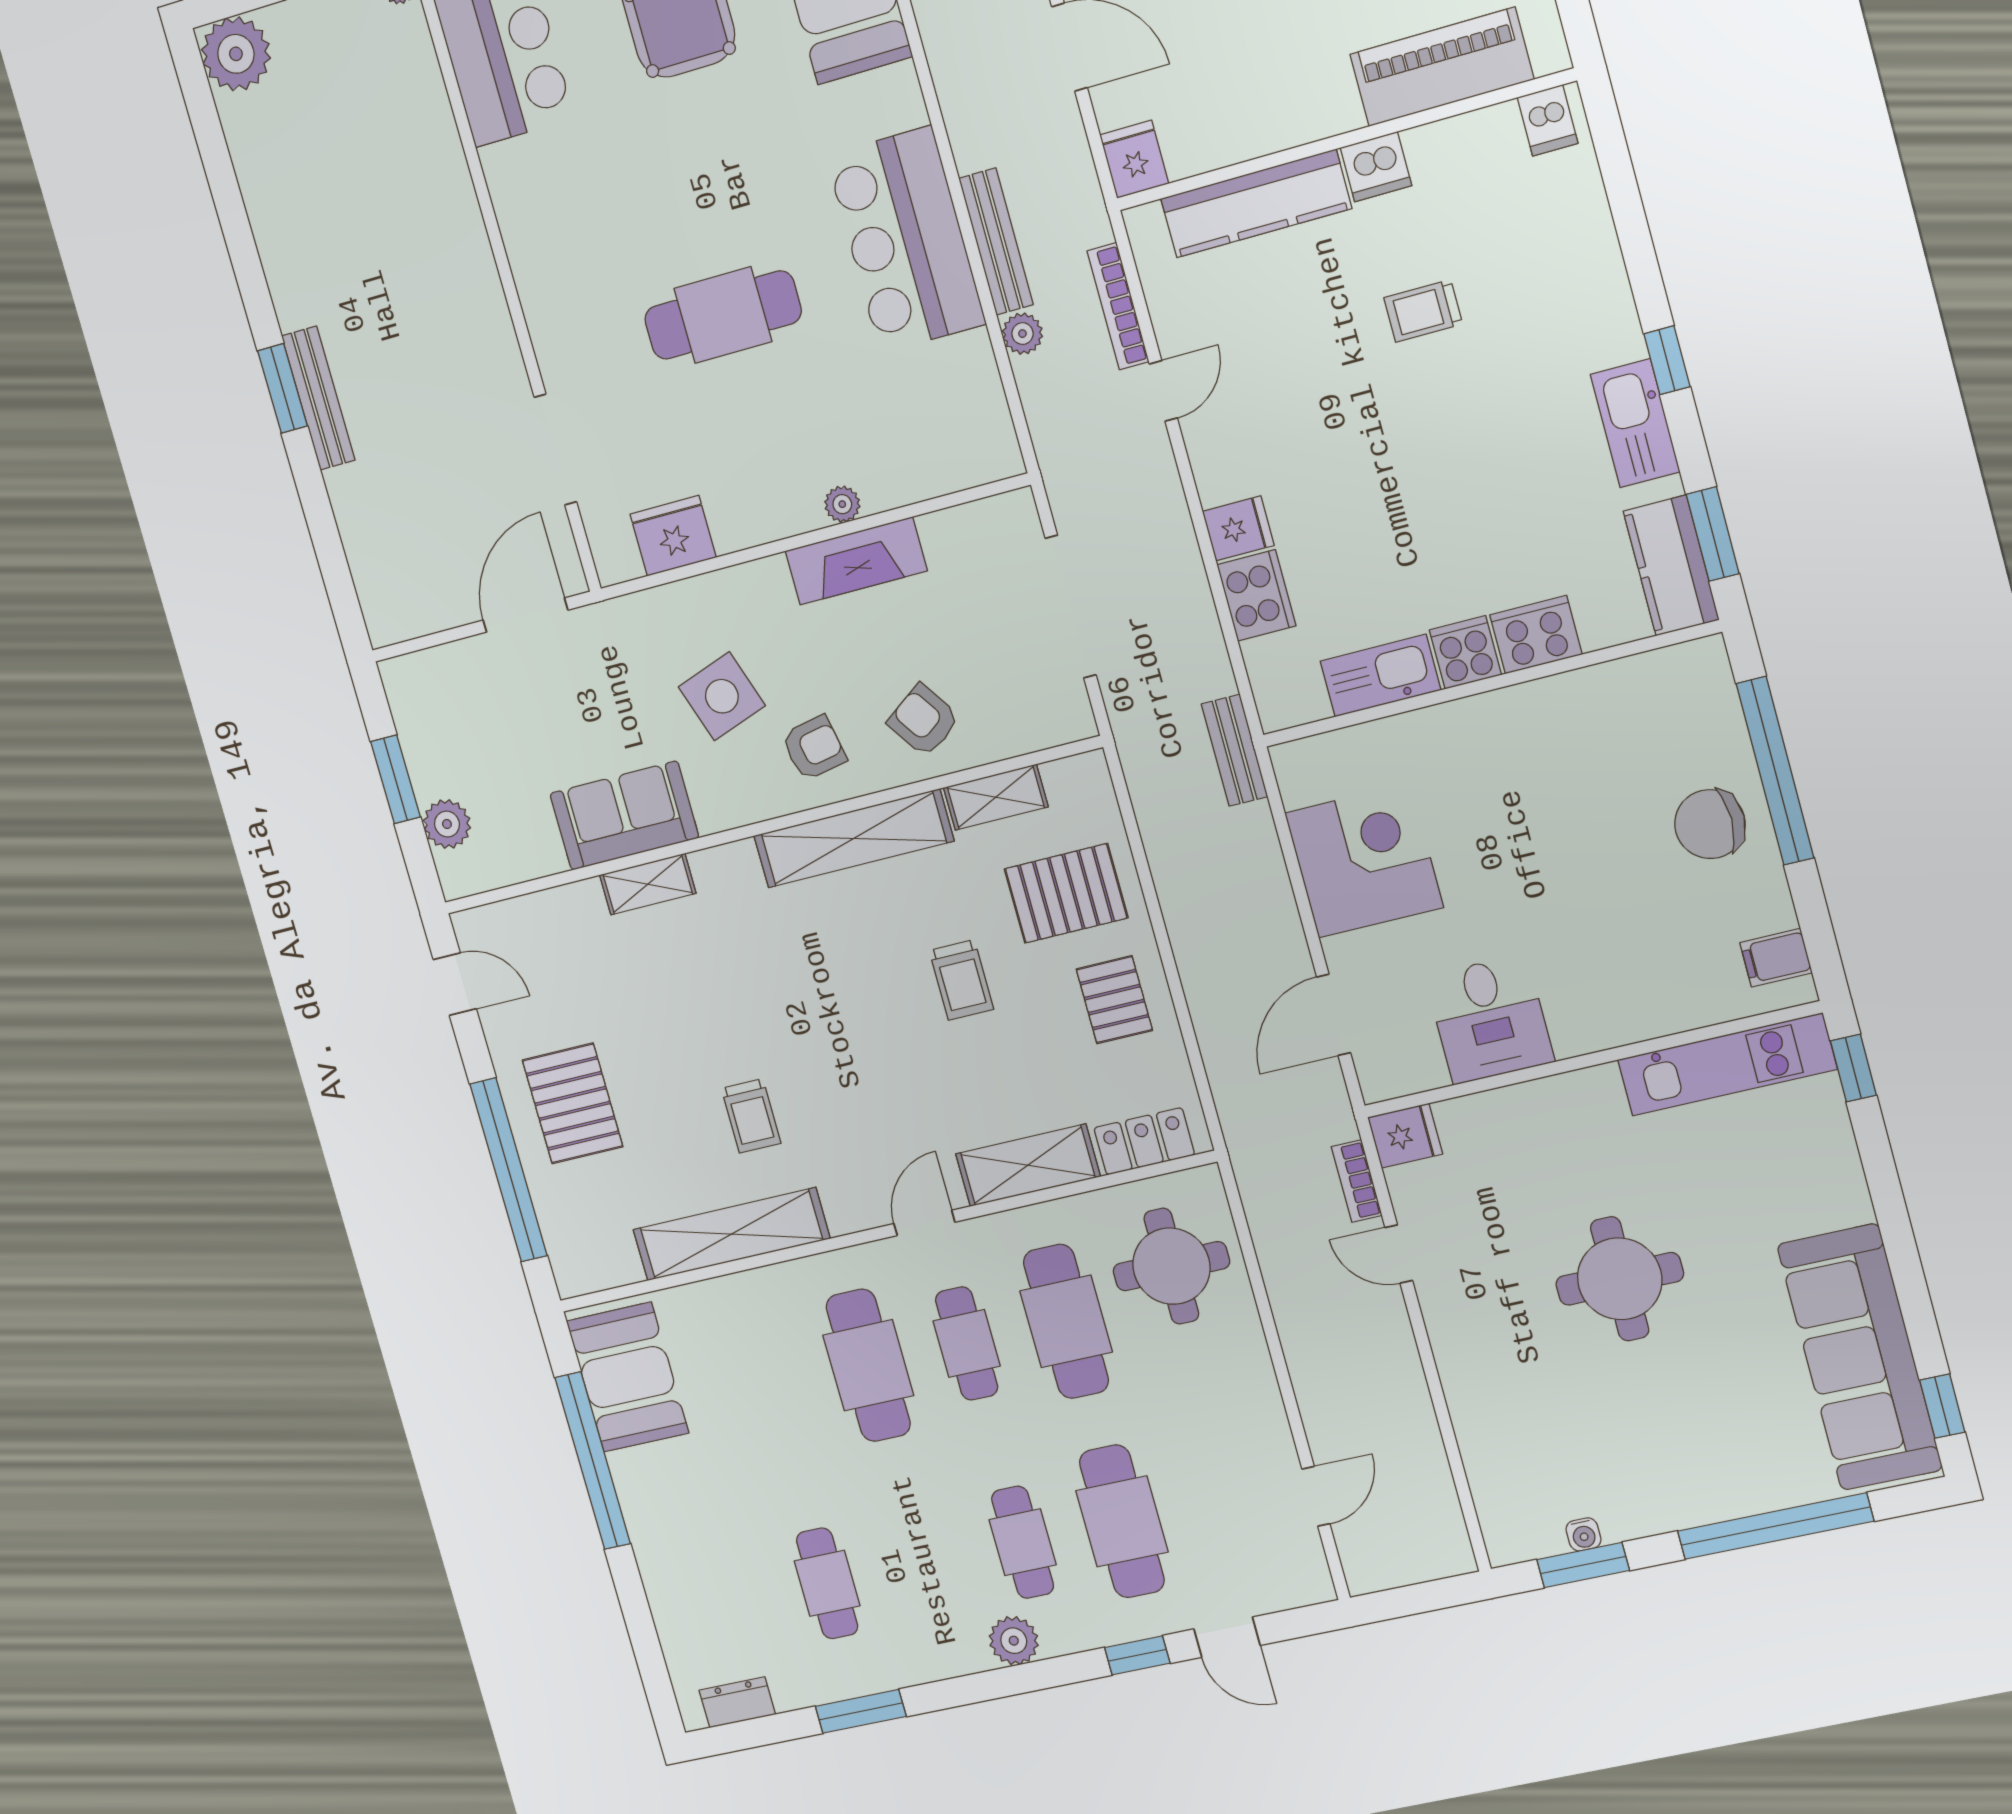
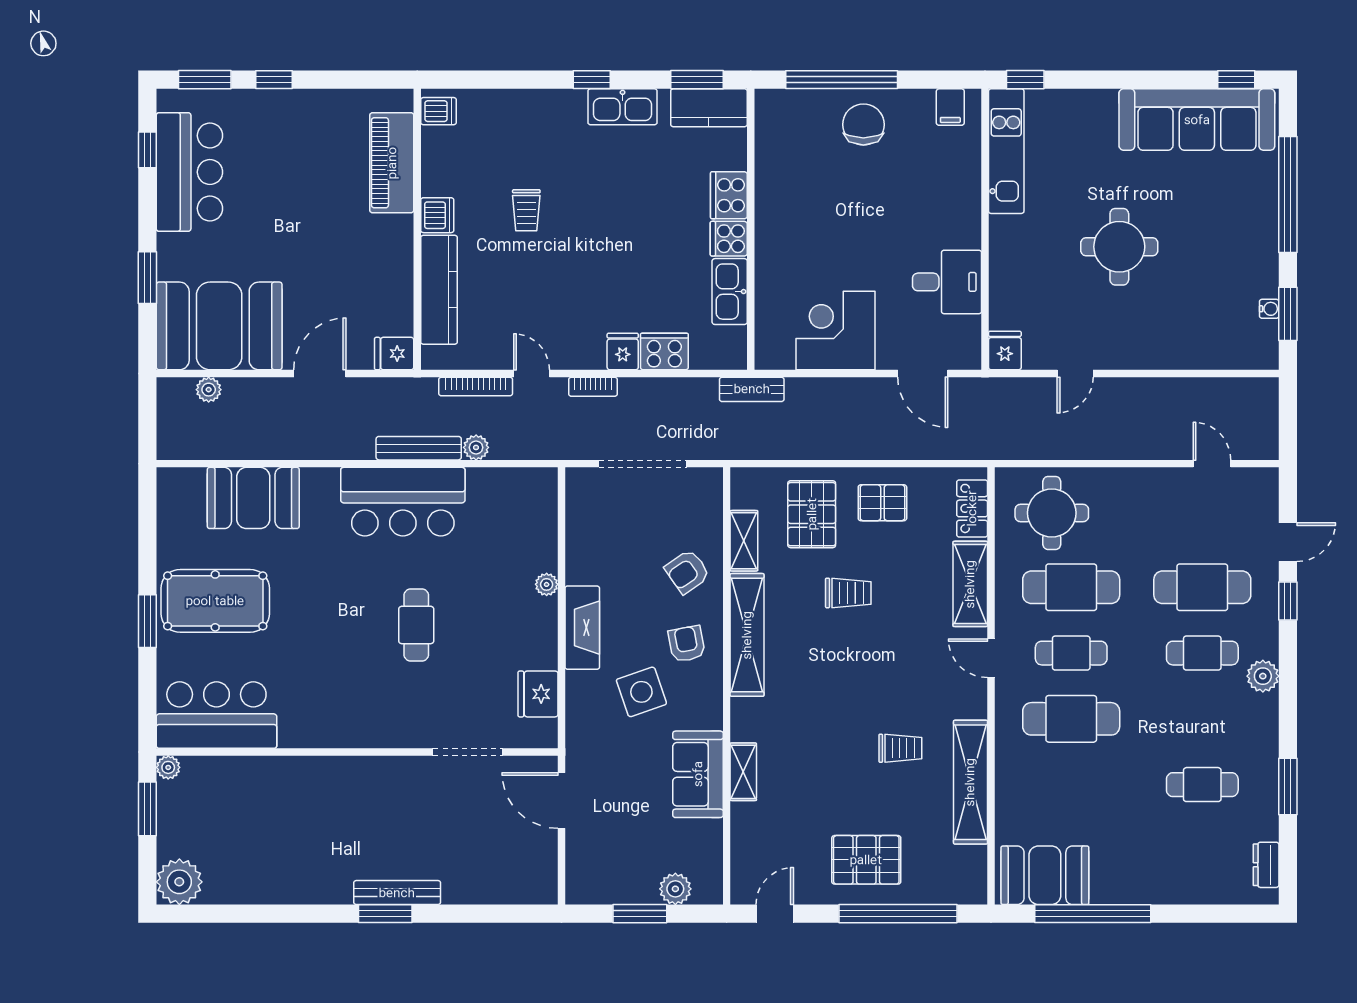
cafe table: (723, 315) -> (416, 625), width x0.73, depth x0.74
fireplace: (856, 561) -> (582, 628), moved
chair: (1710, 824) -> (863, 125), turned 180
bookcase: (1357, 1181) -> (593, 387), moved

